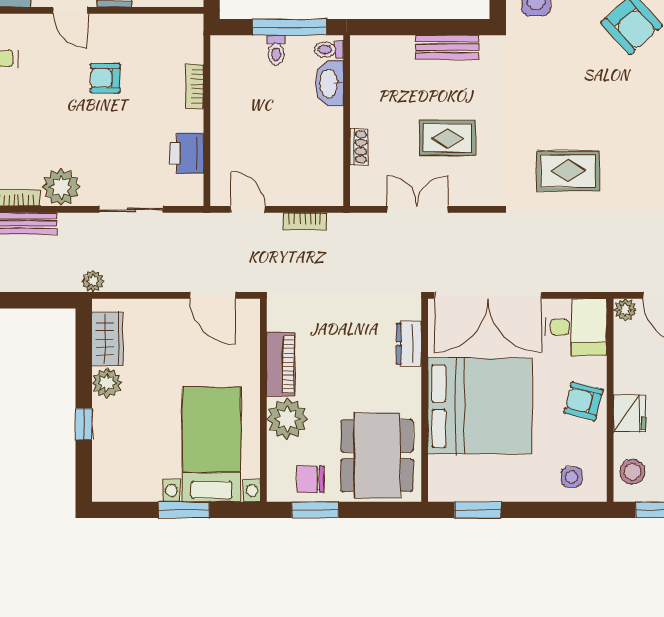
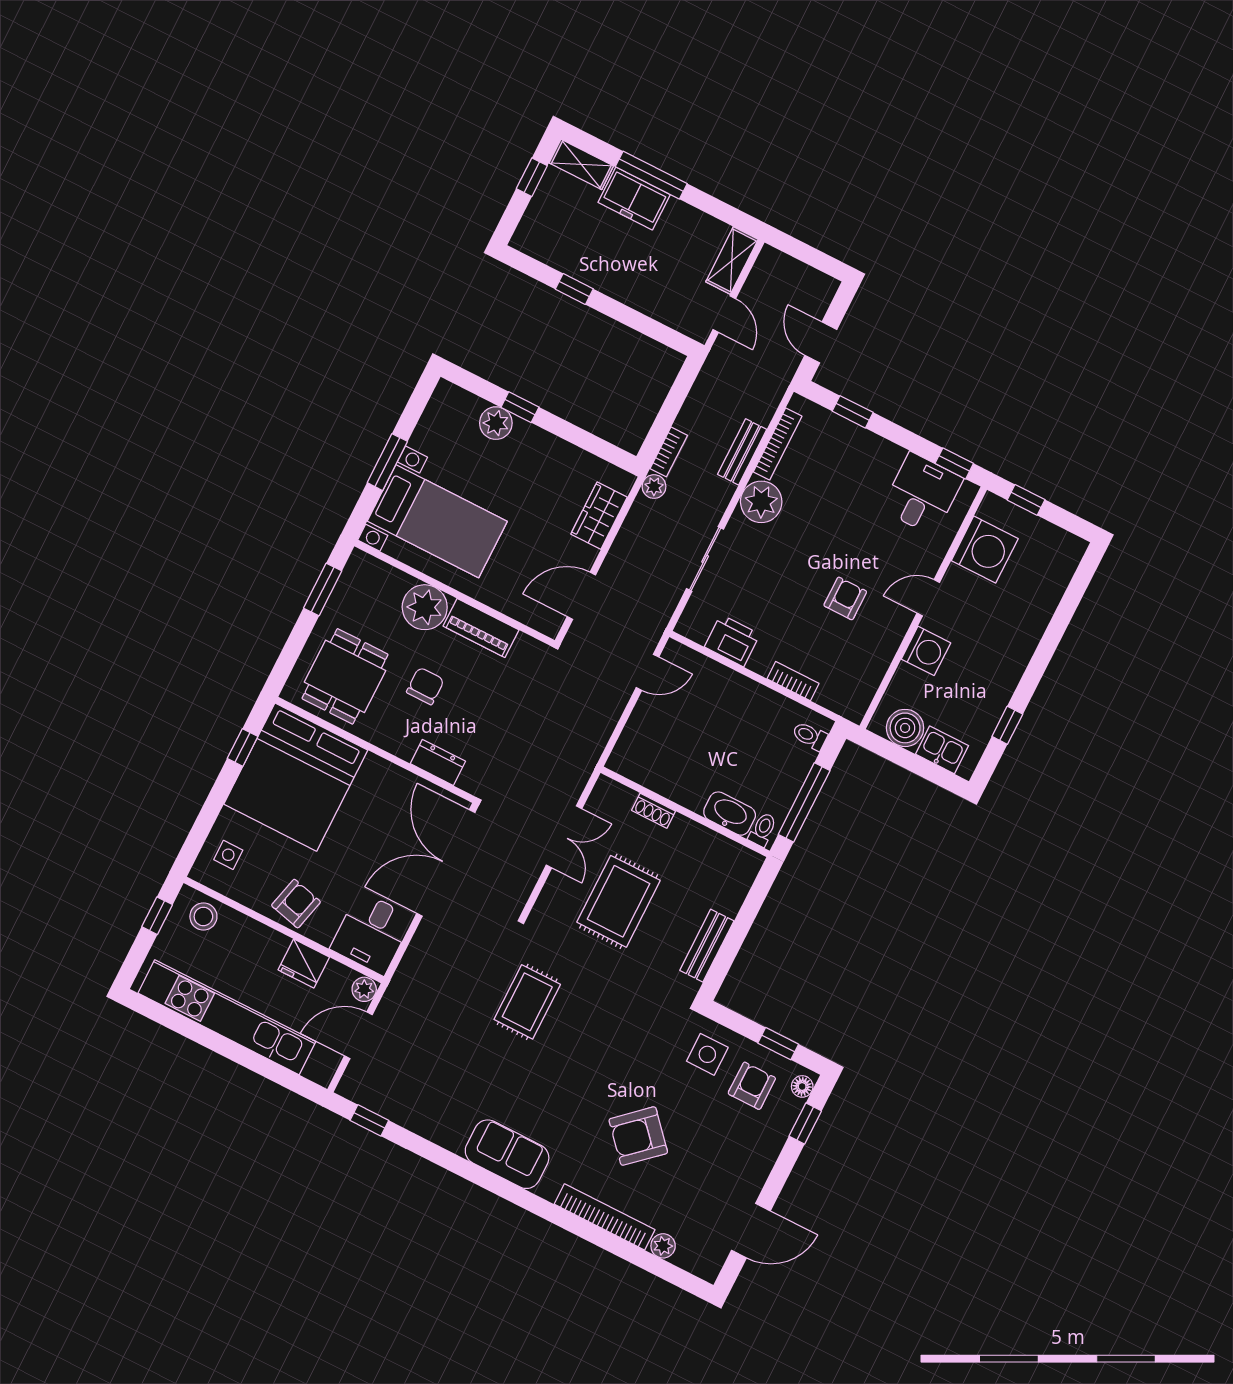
toilet: (276, 50) -> (810, 736), moved
rug: (448, 138) -> (619, 901), width x1.36, depth x1.43
bookcase: (305, 221) -> (669, 452), moved, turned 180
wardrobe: (107, 339) -> (599, 516), moved, turned 90
plant: (107, 383) -> (496, 423), moved
bed: (480, 406) -> (296, 777), moved
fridge: (629, 414) -> (304, 963), moved
dining table: (377, 455) -> (345, 676), width x0.73
chair: (310, 479) -> (425, 686), moved
window: (478, 510) -> (243, 747), width x0.67

